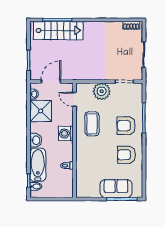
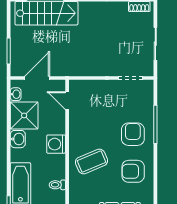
plant: (102, 91) -> (102, 90), removed
coffee table: (92, 124) -> (91, 161), moved, turned 67
armchair: (126, 126) -> (133, 134), turned 90
washbasin: (36, 140) -> (18, 139), moved

